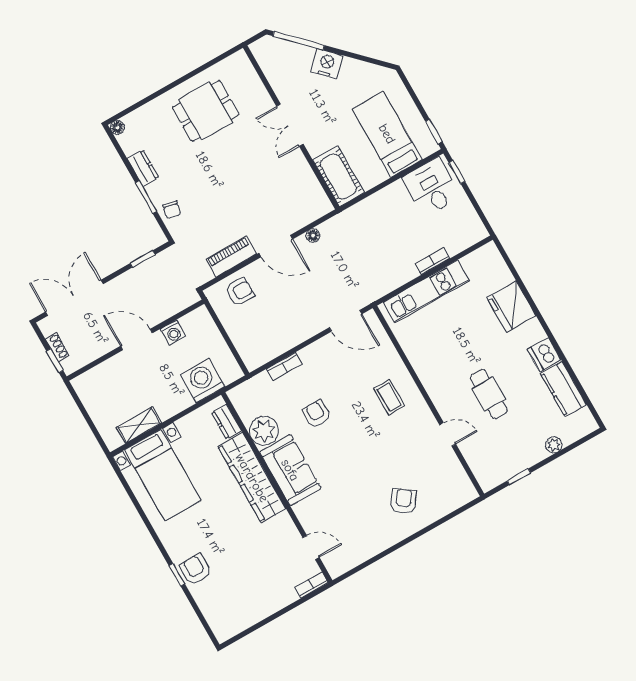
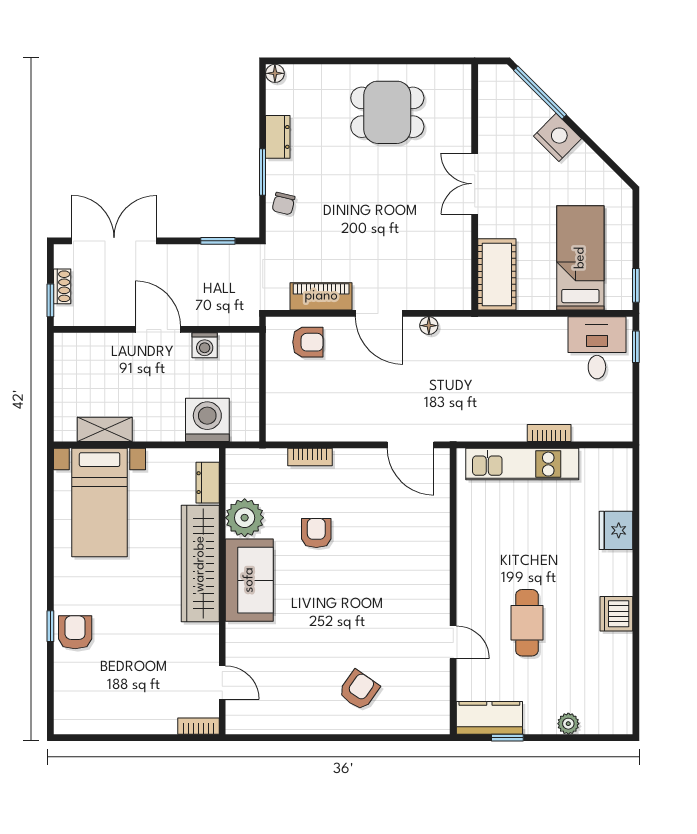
fridge: (511, 307) -> (616, 530), width x0.73, depth x0.75
kitchen counter: (564, 389) -> (489, 718), moved, turned 90
coffee table: (389, 397) -> (411, 561), removed

